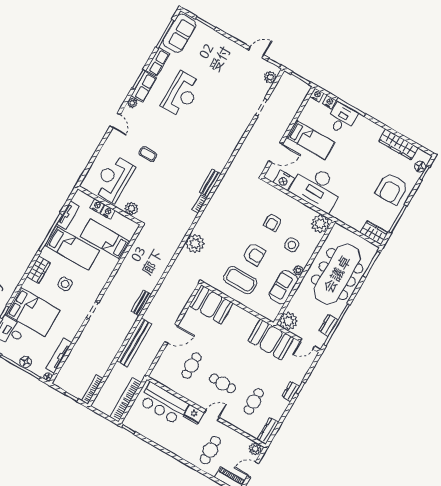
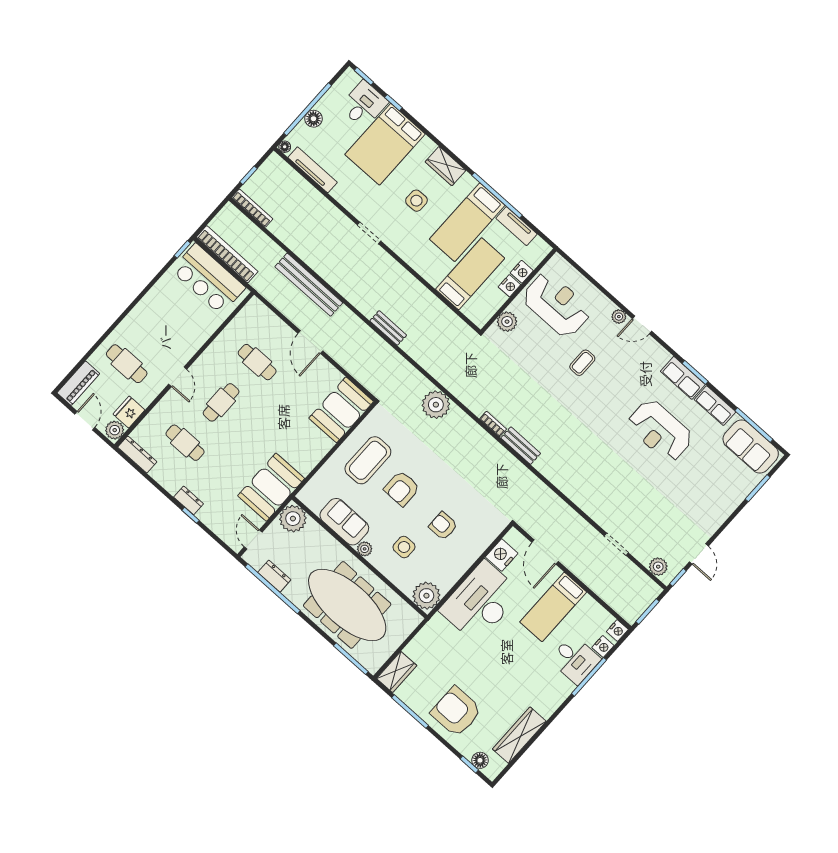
plant: (132, 103) -> (619, 317), moved
bench: (141, 303) -> (388, 328), moved
bar counter: (164, 403) -> (208, 279), moved, turned -90
fridge: (194, 414) -> (129, 412), moved

